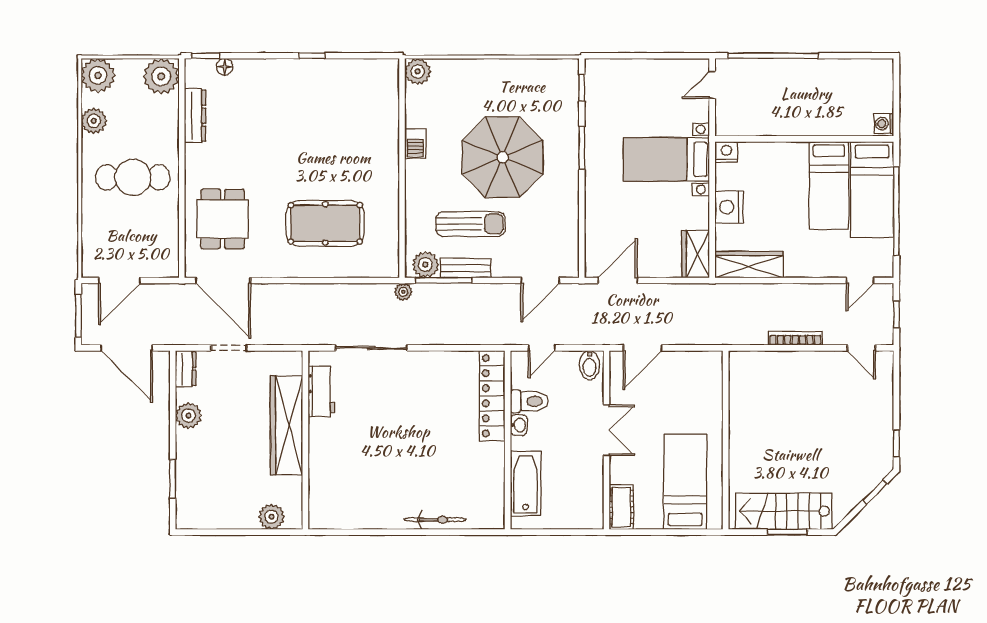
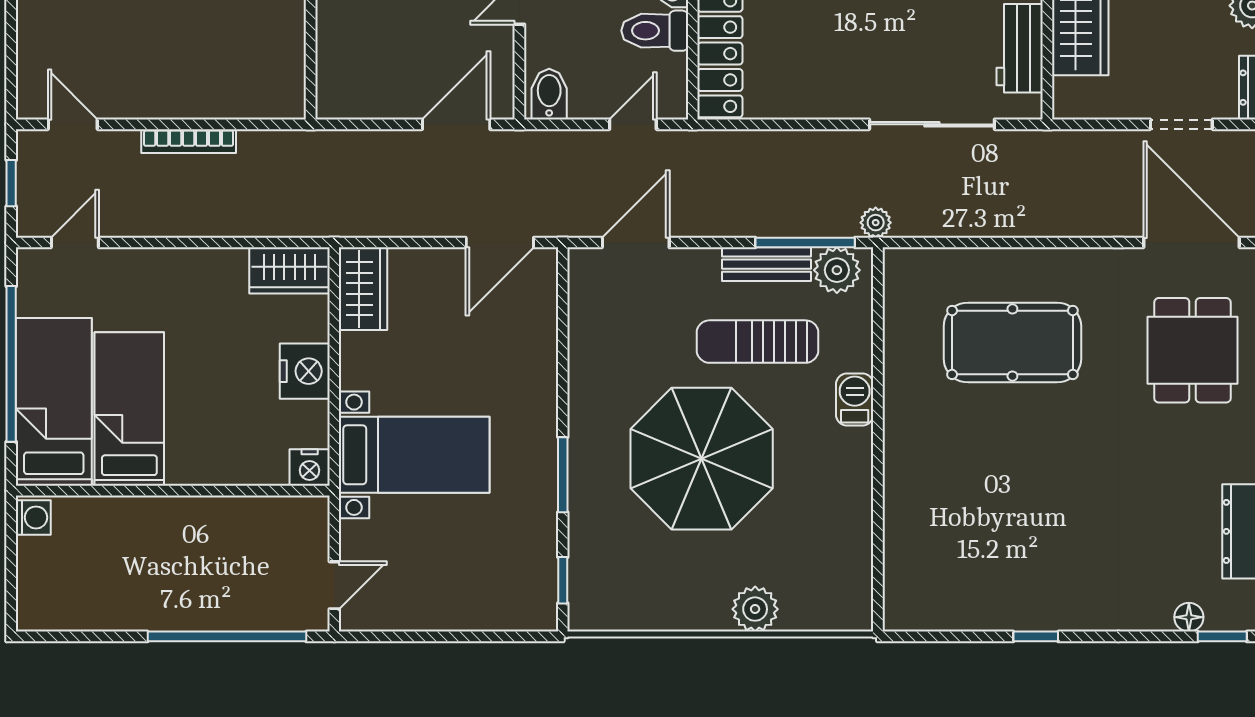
plant: (418, 71) -> (755, 609), moved
barbecue: (415, 143) -> (855, 399), moved
wardrobe: (749, 264) -> (289, 270), width x0.67

